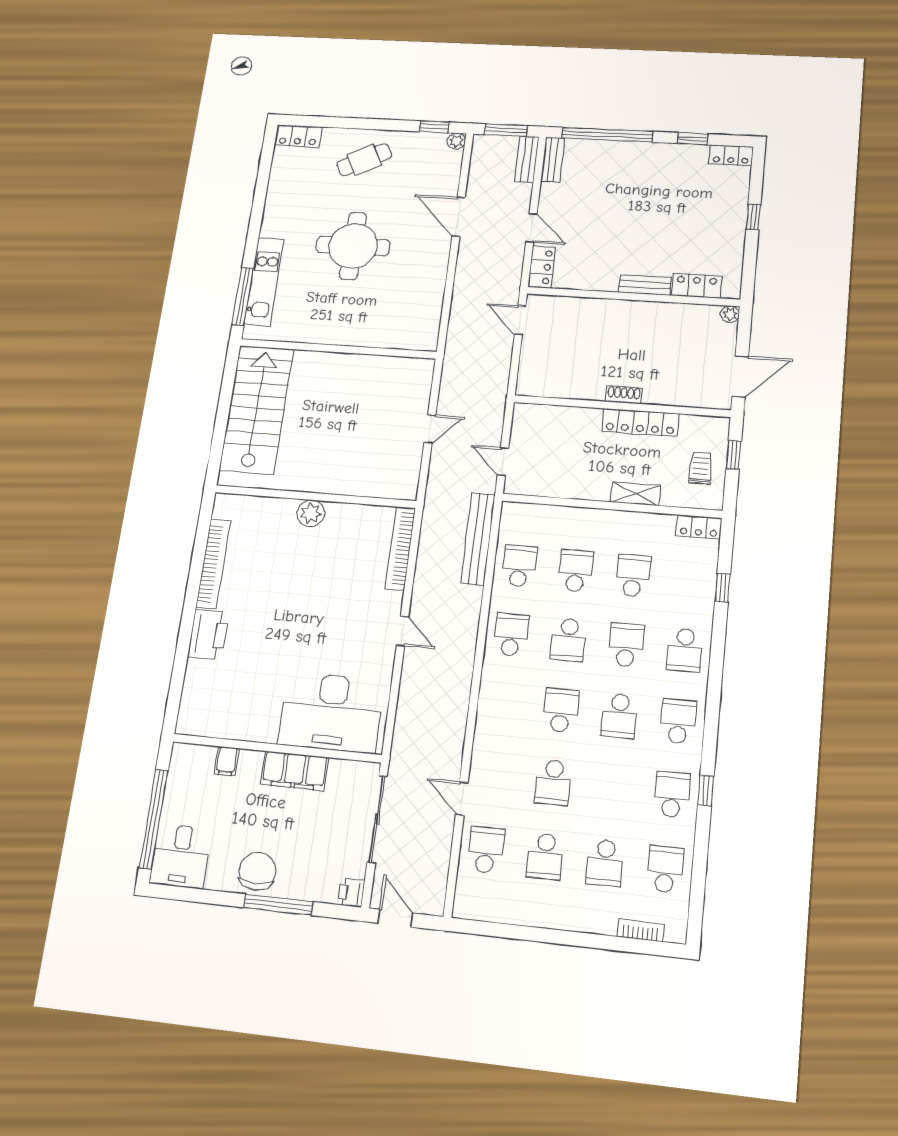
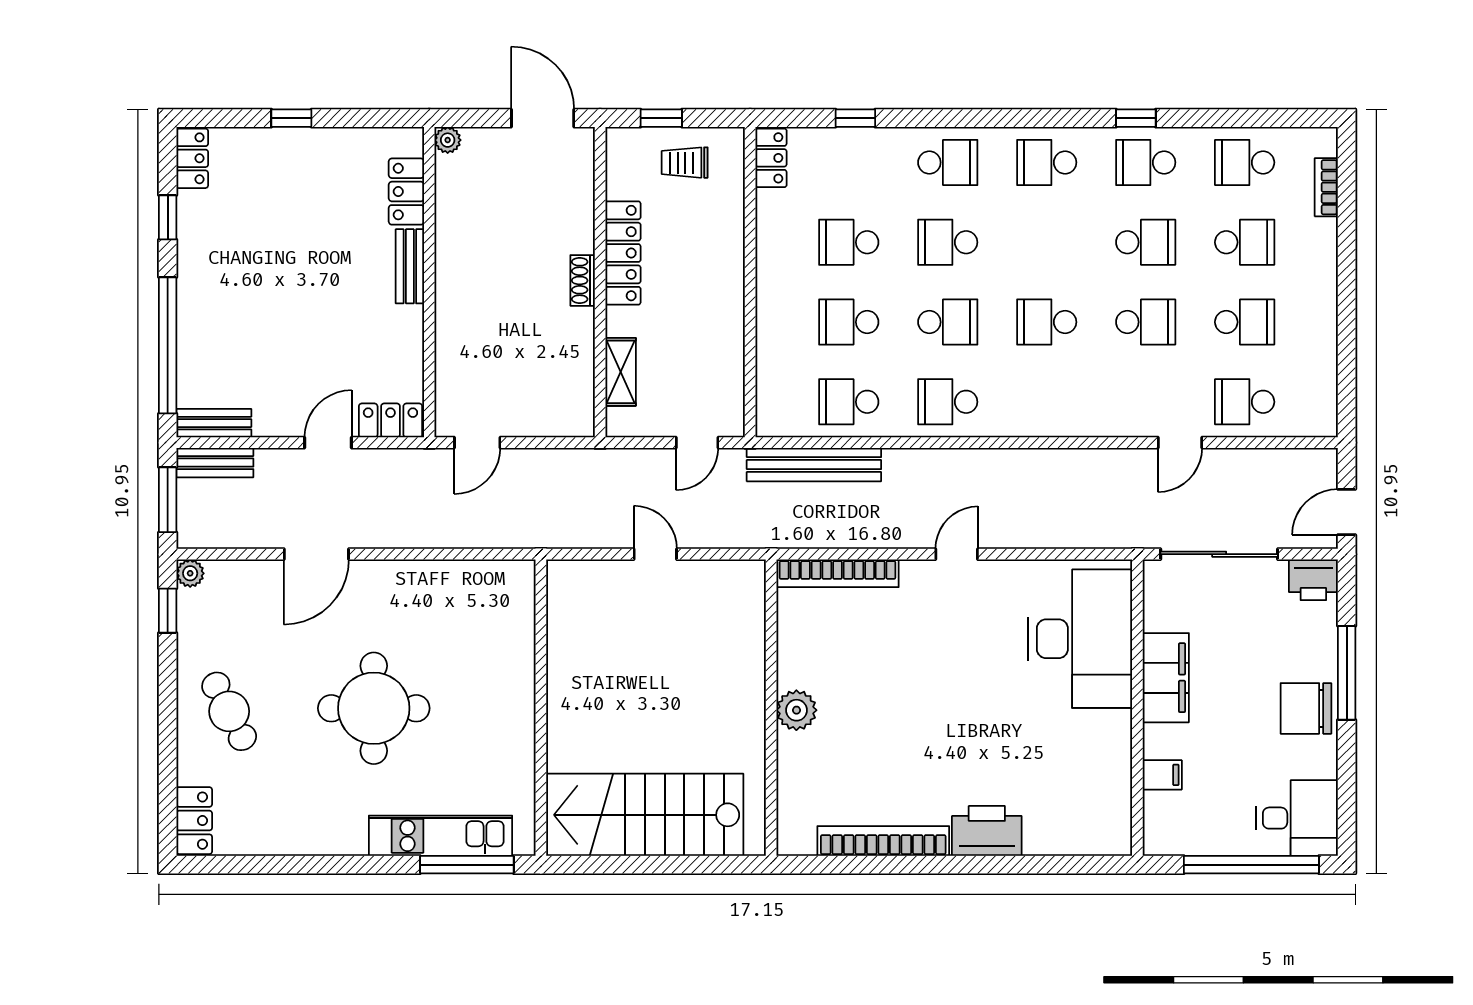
shelving: (635, 494) -> (621, 372), moved
school desk: (619, 716) -> (1146, 242), moved
printer: (351, 893) -> (1313, 580), width x1.36, depth x1.24

